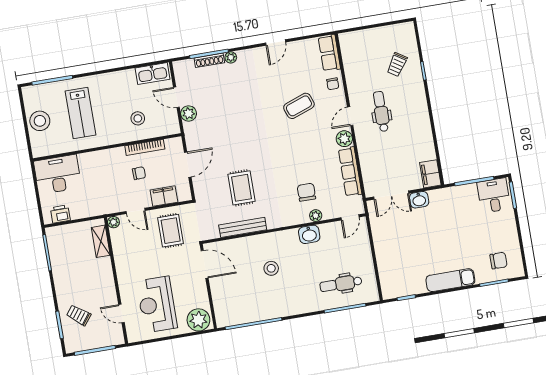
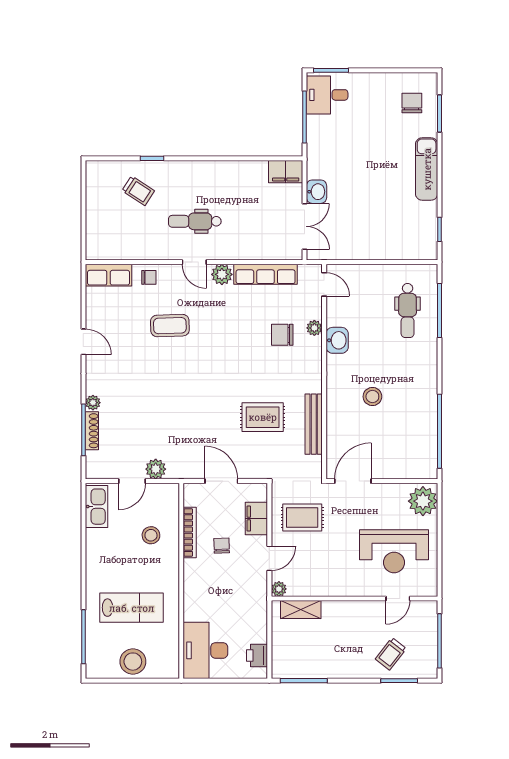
coffee table: (299, 106) -> (170, 326), turned -72

